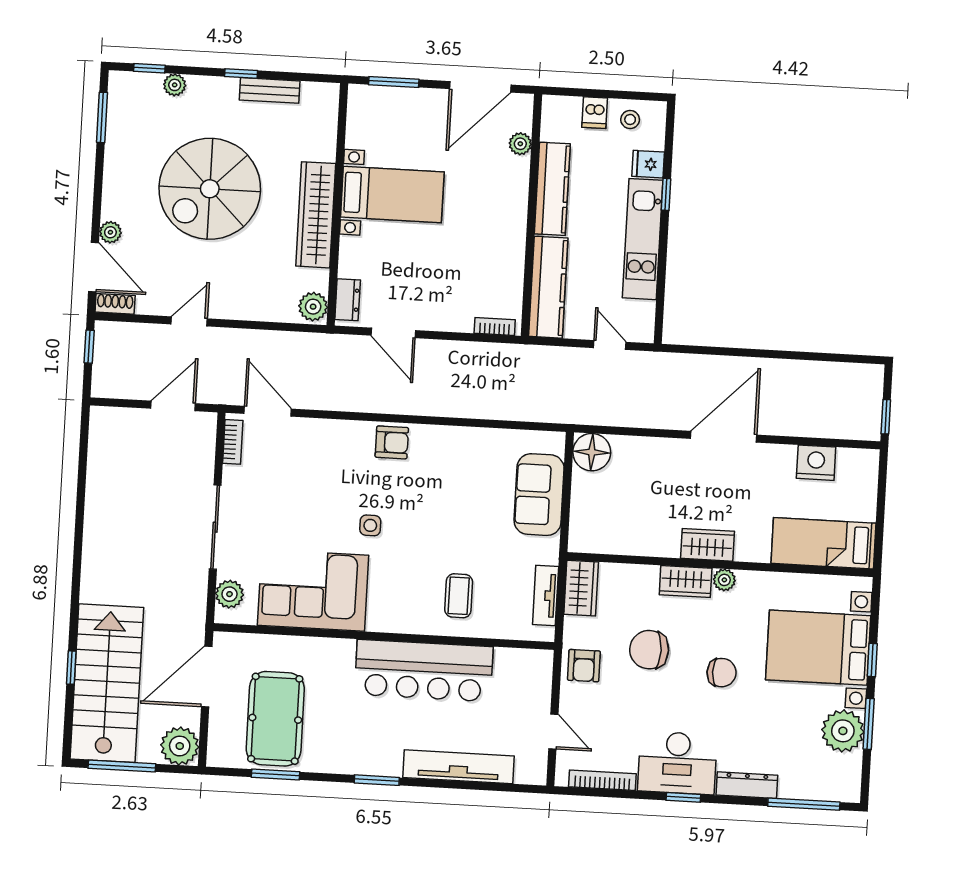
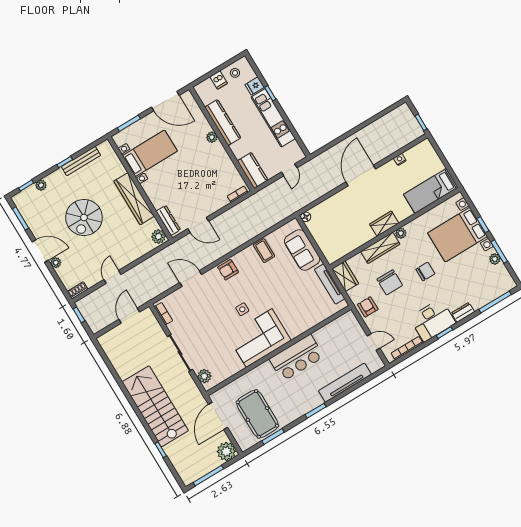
door: (480, 87) -> (165, 101), hinge flipped
bench: (270, 90) -> (81, 161), width x1.36
plant: (520, 144) -> (212, 137), moved
spiral stairs: (210, 189) -> (84, 218), width x0.73, depth x0.73
bed with nightstands: (392, 194) -> (150, 153), moved
door: (94, 267) -> (40, 251), moved
kitchen counter: (548, 287) -> (253, 171), width x0.67
dresser: (348, 300) -> (168, 220), width x1.44
door: (610, 345) -> (289, 170), swing flipped
door: (268, 411) -> (191, 278), moved
armchair: (392, 442) -> (228, 270), turned 180
floor lamp: (592, 452) -> (306, 217), width x0.53, depth x0.53
nightstand: (816, 463) -> (400, 159), width x0.53, depth x0.56
wardrobe: (686, 581) -> (380, 248), width x1.50
corner sofa: (313, 590) -> (259, 338), moved
coffee table: (459, 596) -> (264, 251), moved
tv unit: (546, 596) -> (330, 284), width x1.41
chair: (649, 650) -> (390, 282), turned -90
armchair: (584, 666) -> (368, 307), turned 180
bar counter: (424, 670) -> (297, 358), width x0.73
stairs: (107, 683) -> (155, 406), moved
plant: (843, 731) -> (495, 259), width x0.53, depth x0.53
dresser: (747, 785) -> (463, 312), width x0.70

